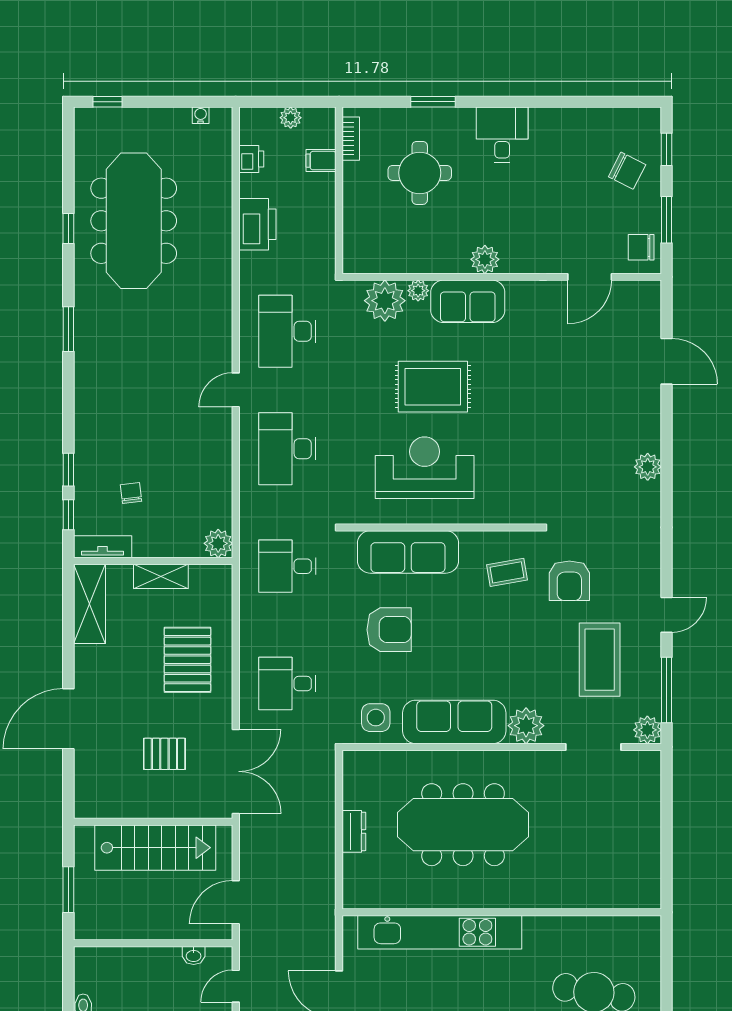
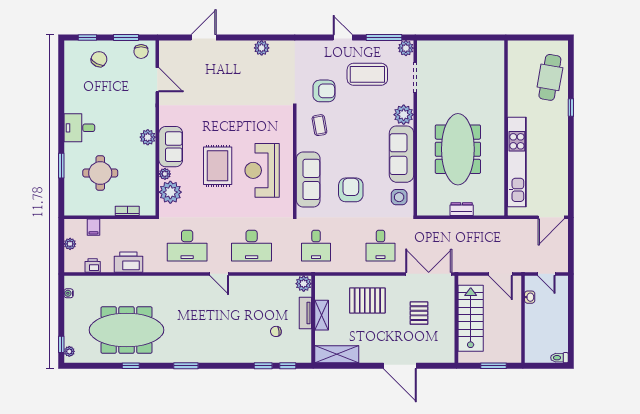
plant: (95, 117) -> (69, 351), added
bookcase: (351, 139) -> (127, 211), moved
tv unit: (103, 547) -> (305, 313), moved

